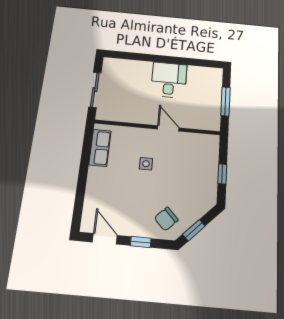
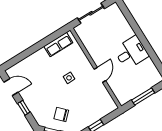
chair: (166, 219) -> (61, 115), moved
door: (105, 239) -> (11, 87), hinge flipped

